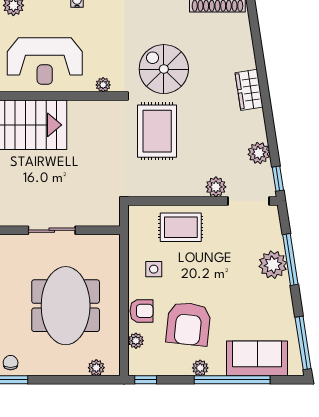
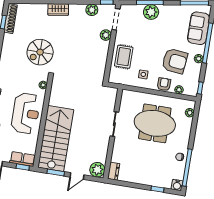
rug: (157, 131) -> (72, 61), removed

